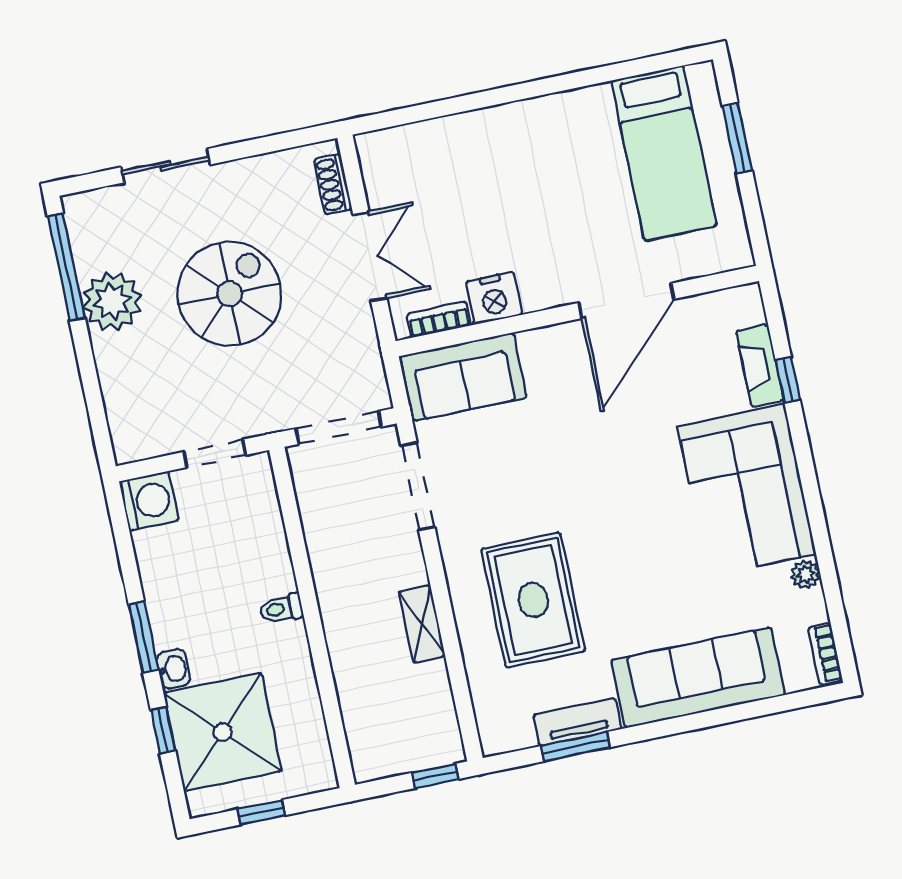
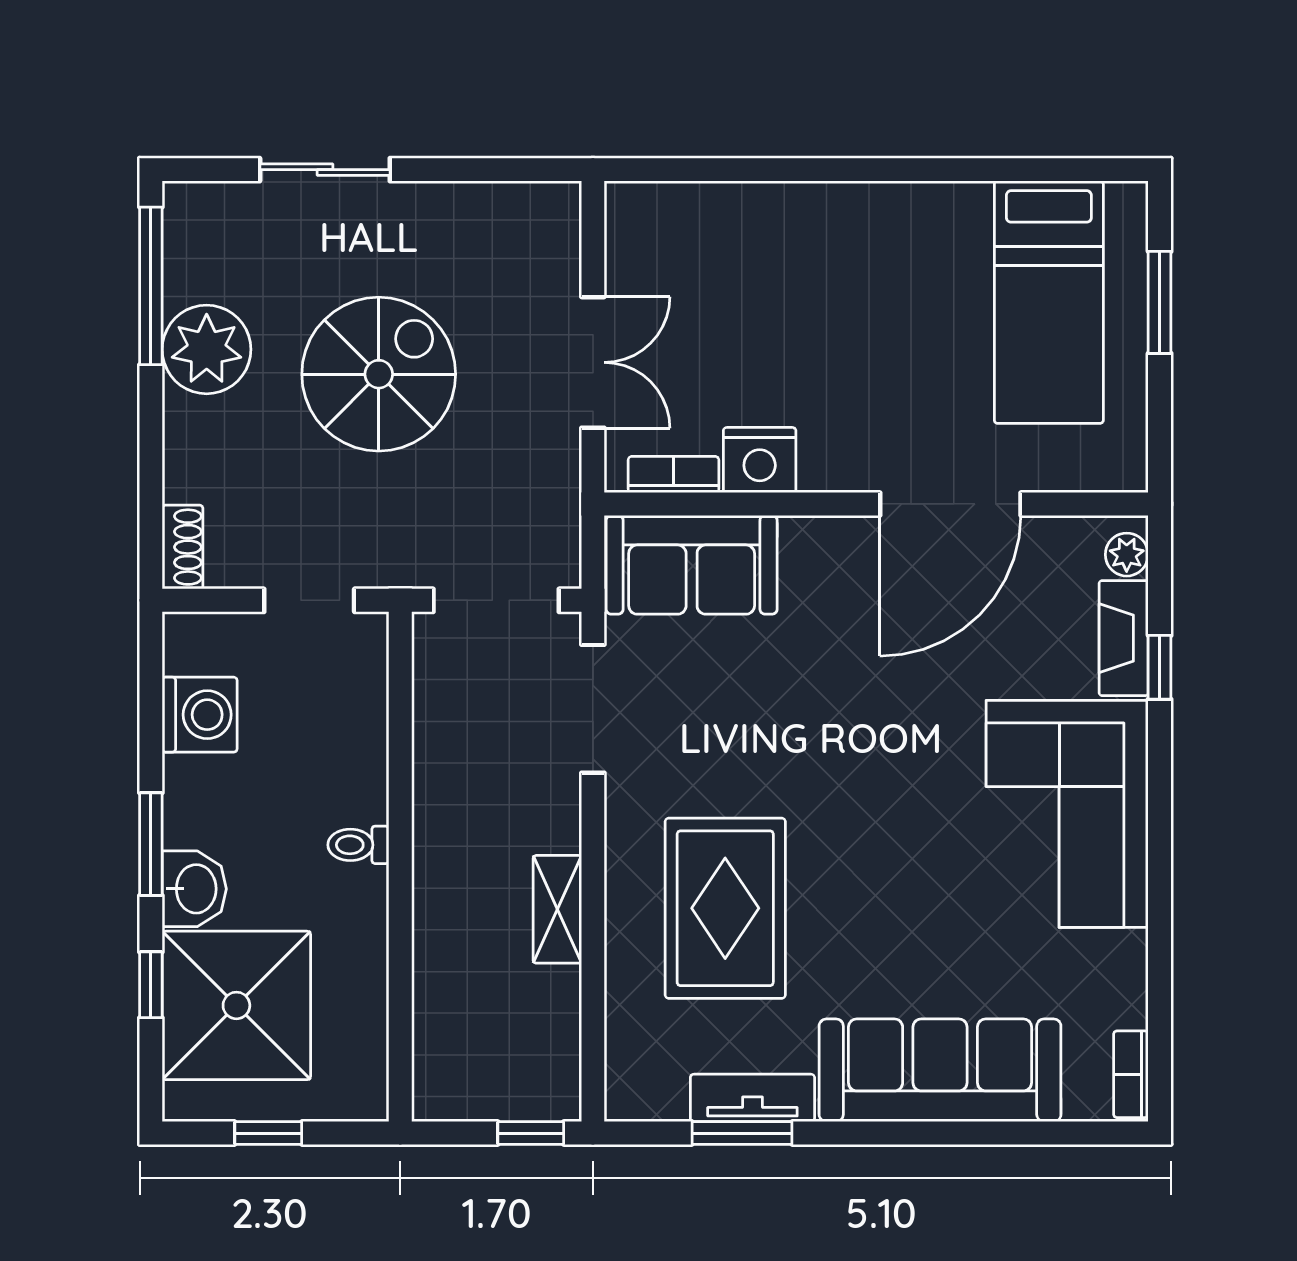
shoe rack: (333, 184) -> (183, 547), moved, turned 180
washing machine: (149, 501) -> (200, 715), moved
plant: (806, 574) -> (1127, 555), moved
washbasin: (173, 669) -> (194, 889), width x1.38, depth x1.45

